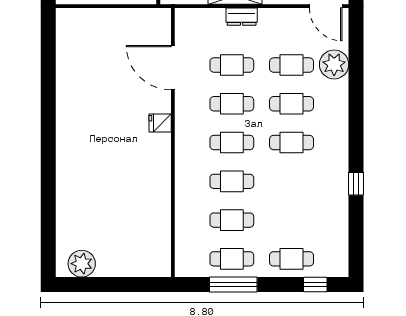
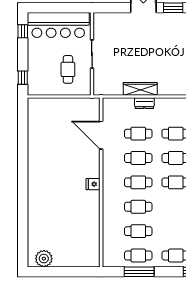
fridge: (160, 123) -> (93, 184), moved

